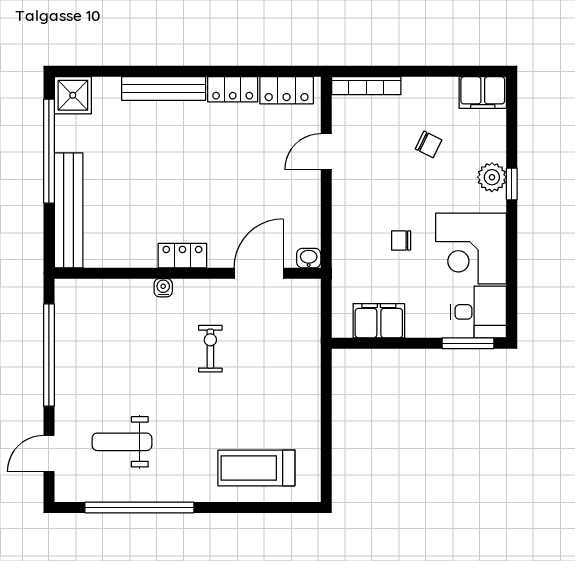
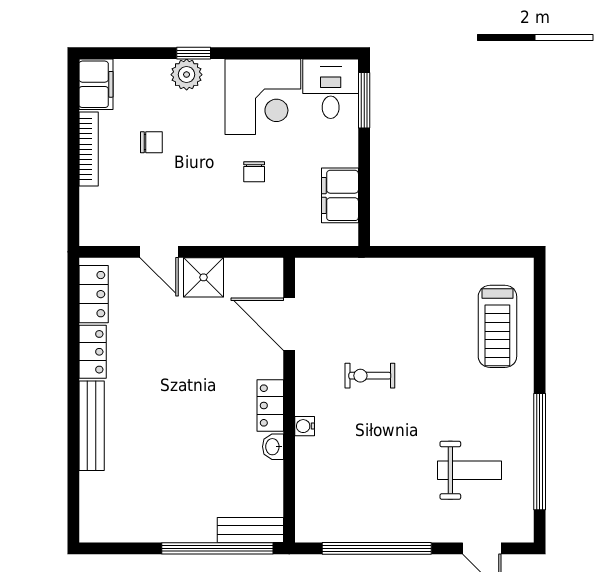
bookcase: (366, 86) -> (89, 149), moved
shower: (73, 95) -> (204, 277), moved
chair: (429, 144) -> (151, 142), turned 64
window: (49, 151) -> (217, 548), moved
bench: (69, 210) -> (250, 530), width x0.54, depth x0.82
washbasin: (309, 258) -> (273, 447), moved
weight bench: (122, 442) -> (470, 470), turned -90

